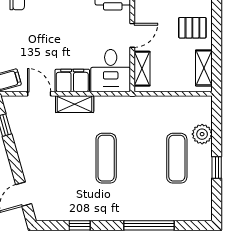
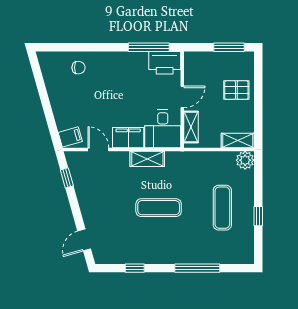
shelving: (204, 68) -> (238, 141), moved, turned 90
shelving: (75, 104) -> (147, 159), moved
plant: (202, 134) -> (245, 160), moved
exercise mat: (106, 158) -> (159, 208), turned 90

